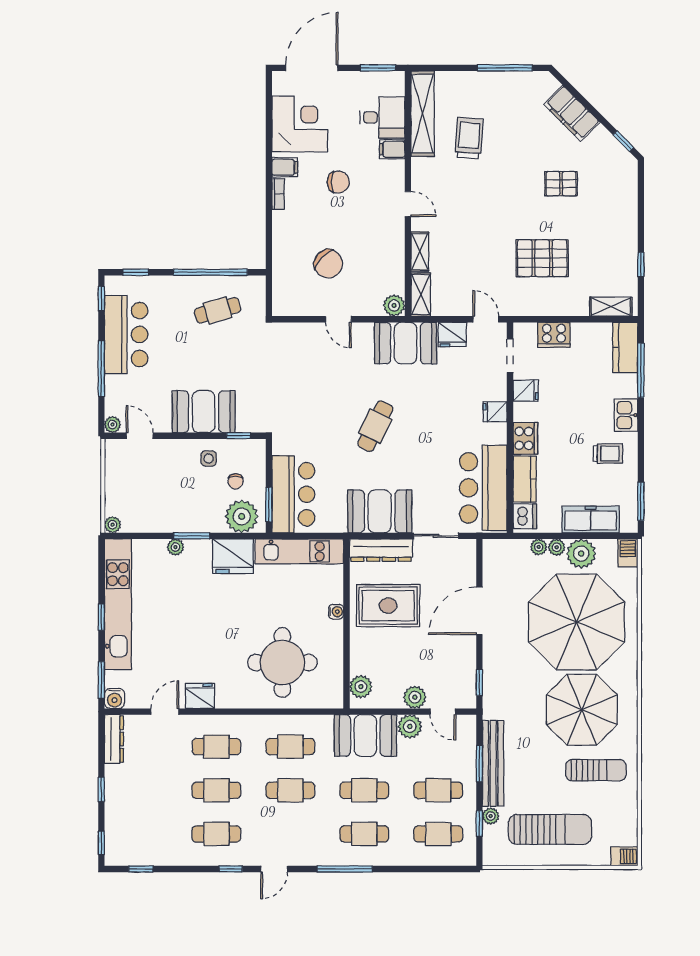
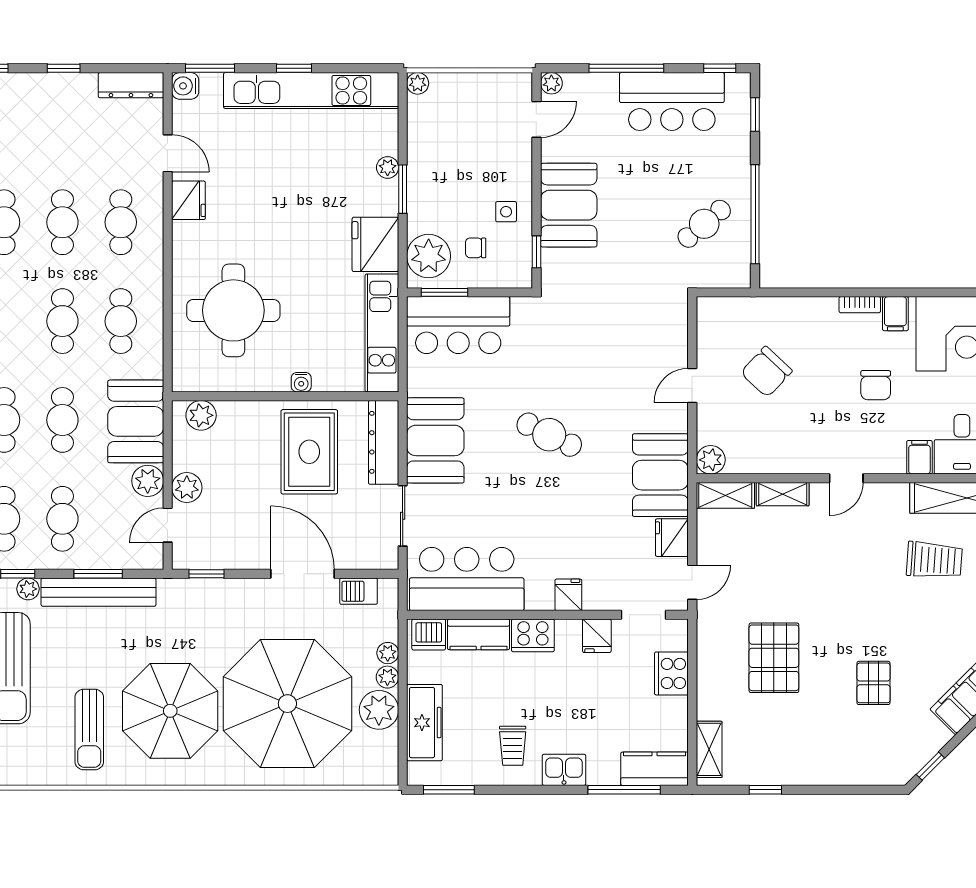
cafe table: (218, 310) -> (704, 224), turned 66
barbecue: (628, 553) -> (359, 591), moved, turned 180

